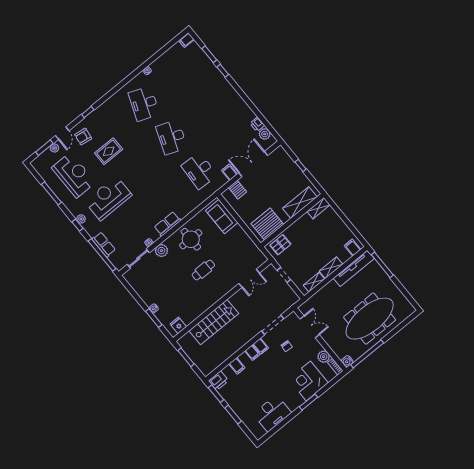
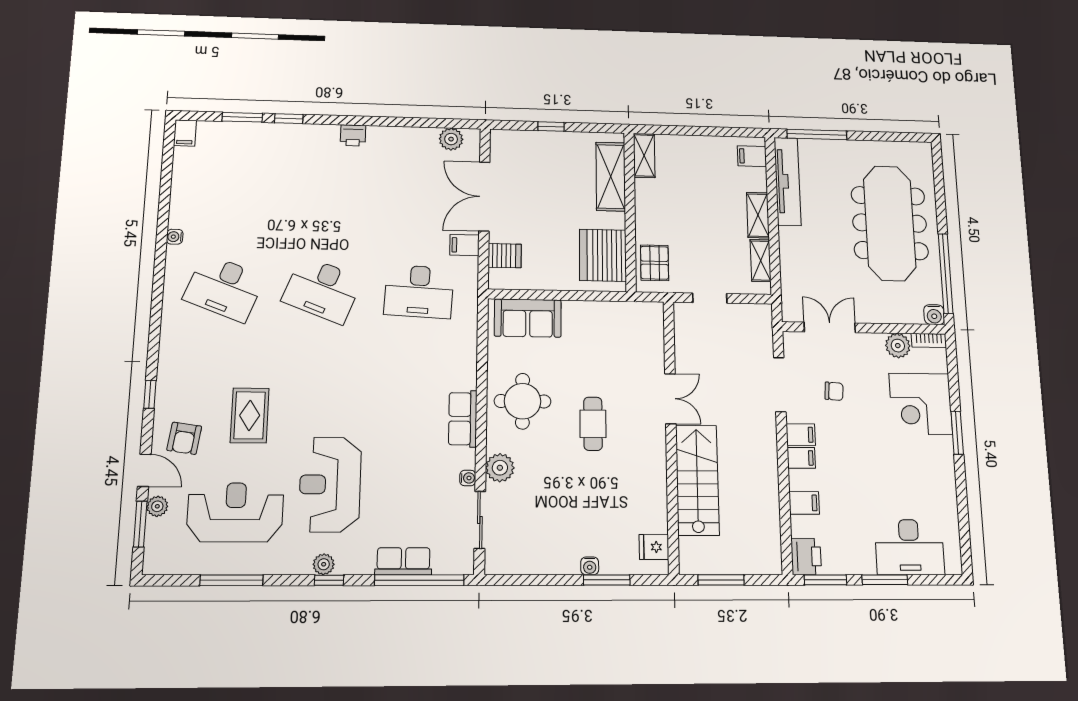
printer: (257, 124) -> (353, 135), moved
double door: (249, 278) -> (670, 399), moved
desk: (272, 413) -> (909, 547), moved, turned 90

